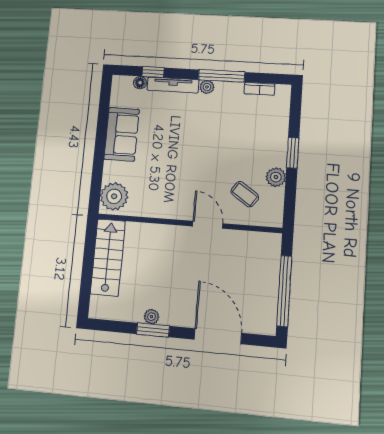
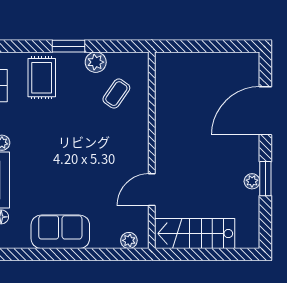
rug: (264, 126) -> (42, 78), added
plant: (114, 196) -> (129, 240), width x0.53, depth x0.53
door: (208, 225) -> (152, 190), moved
window: (284, 291) -> (214, 46), removed

